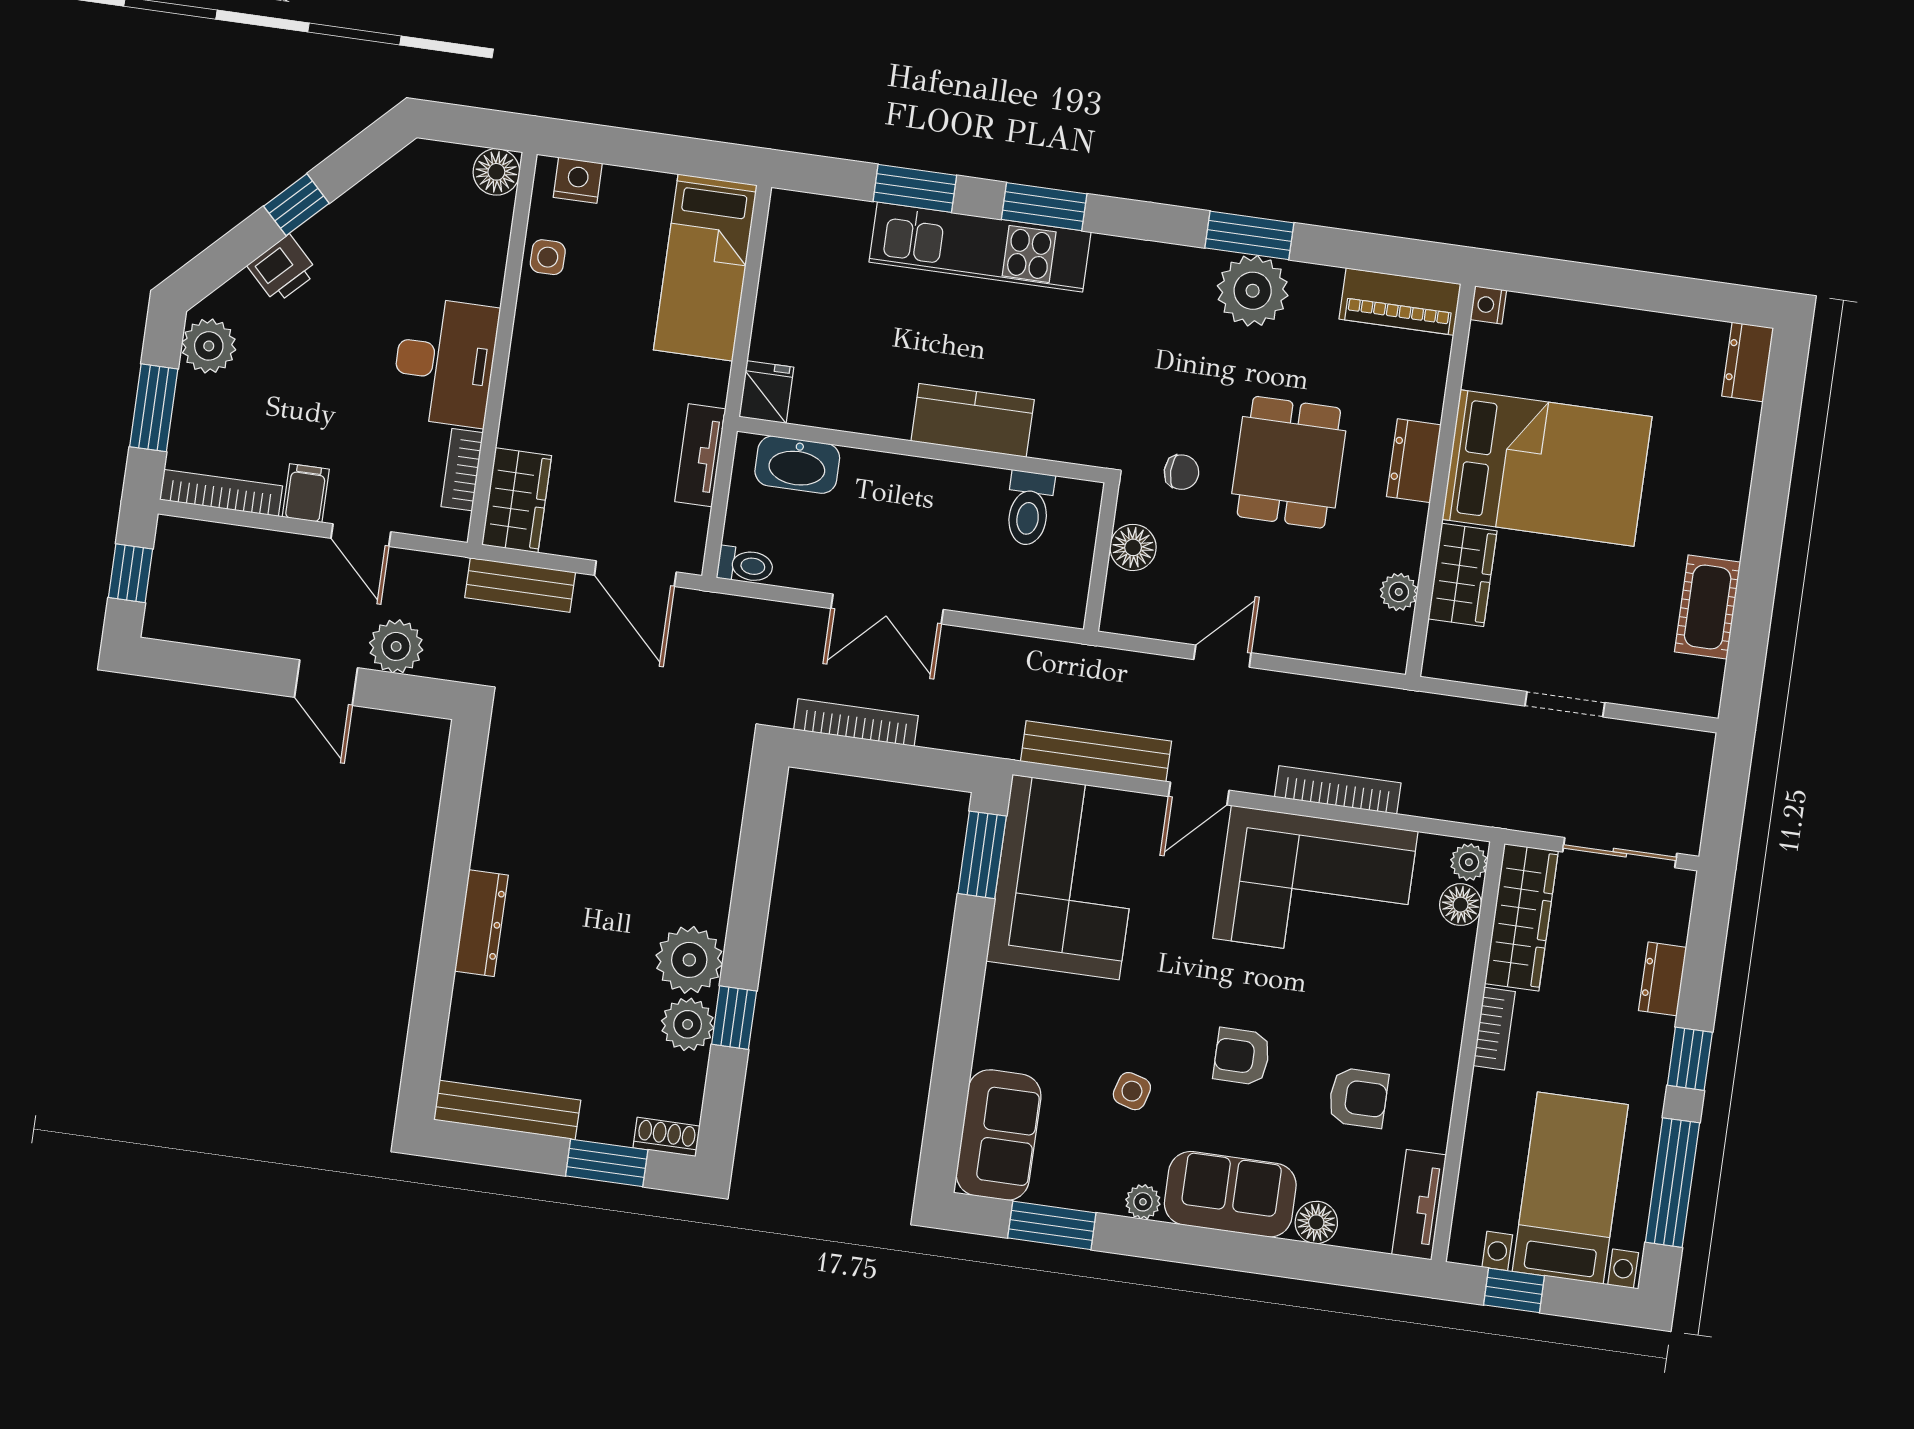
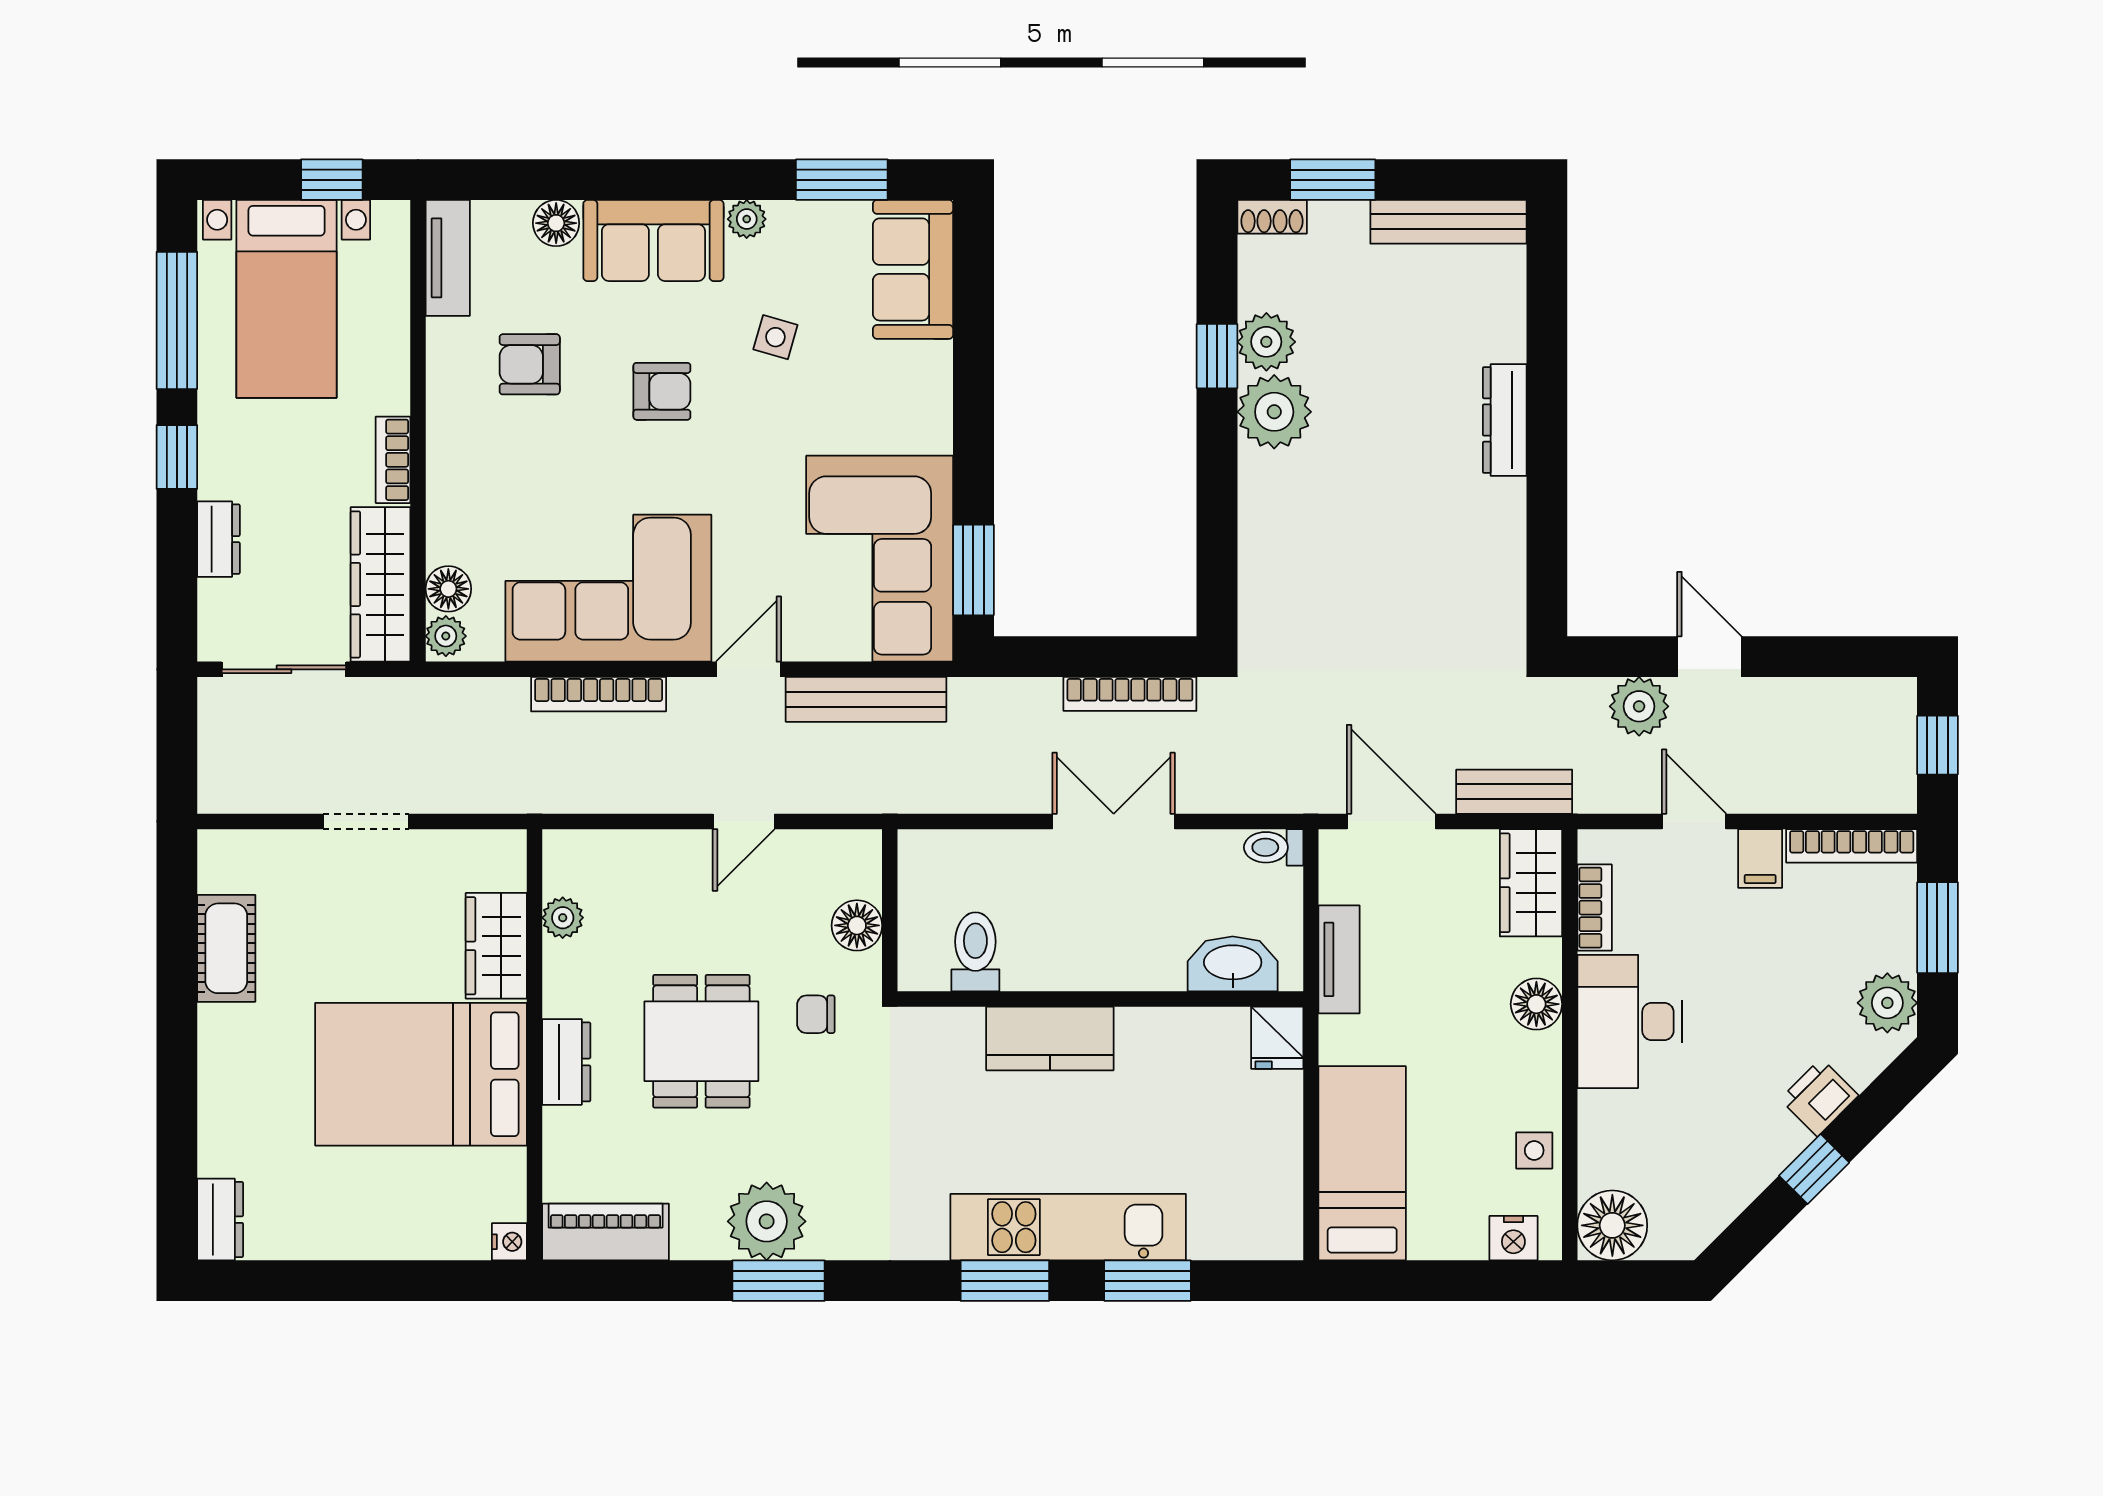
floor lamp: (496, 172) -> (1612, 1225), width x1.38, depth x1.38
floor lamp: (527, 390) -> (1536, 1004), added

